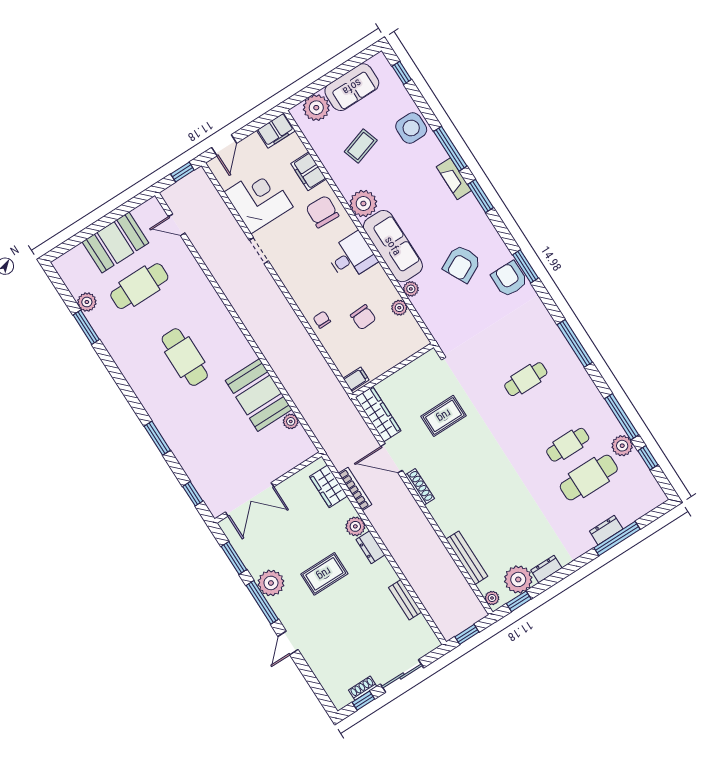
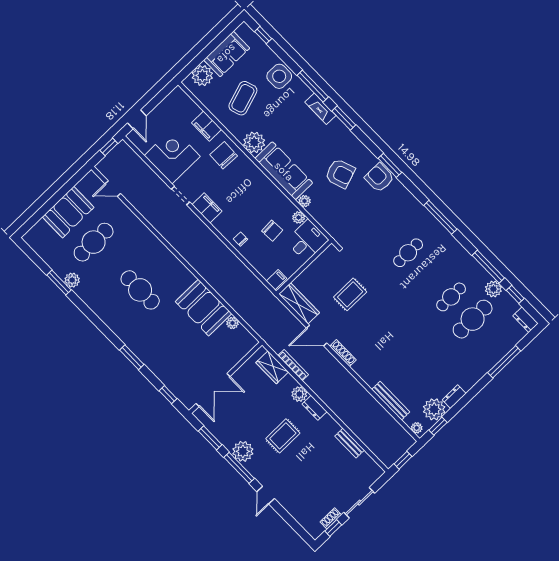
filing cabinet: (276, 130) -> (207, 208), moved, turned -90
coffee table: (361, 146) -> (243, 98), width x1.36, depth x1.30
desk: (352, 257) -> (307, 241), moved
armchair: (462, 264) -> (340, 173), turned -82
plant: (87, 302) -> (72, 280), moved
dresser: (606, 530) -> (526, 320), moved, turned -90

